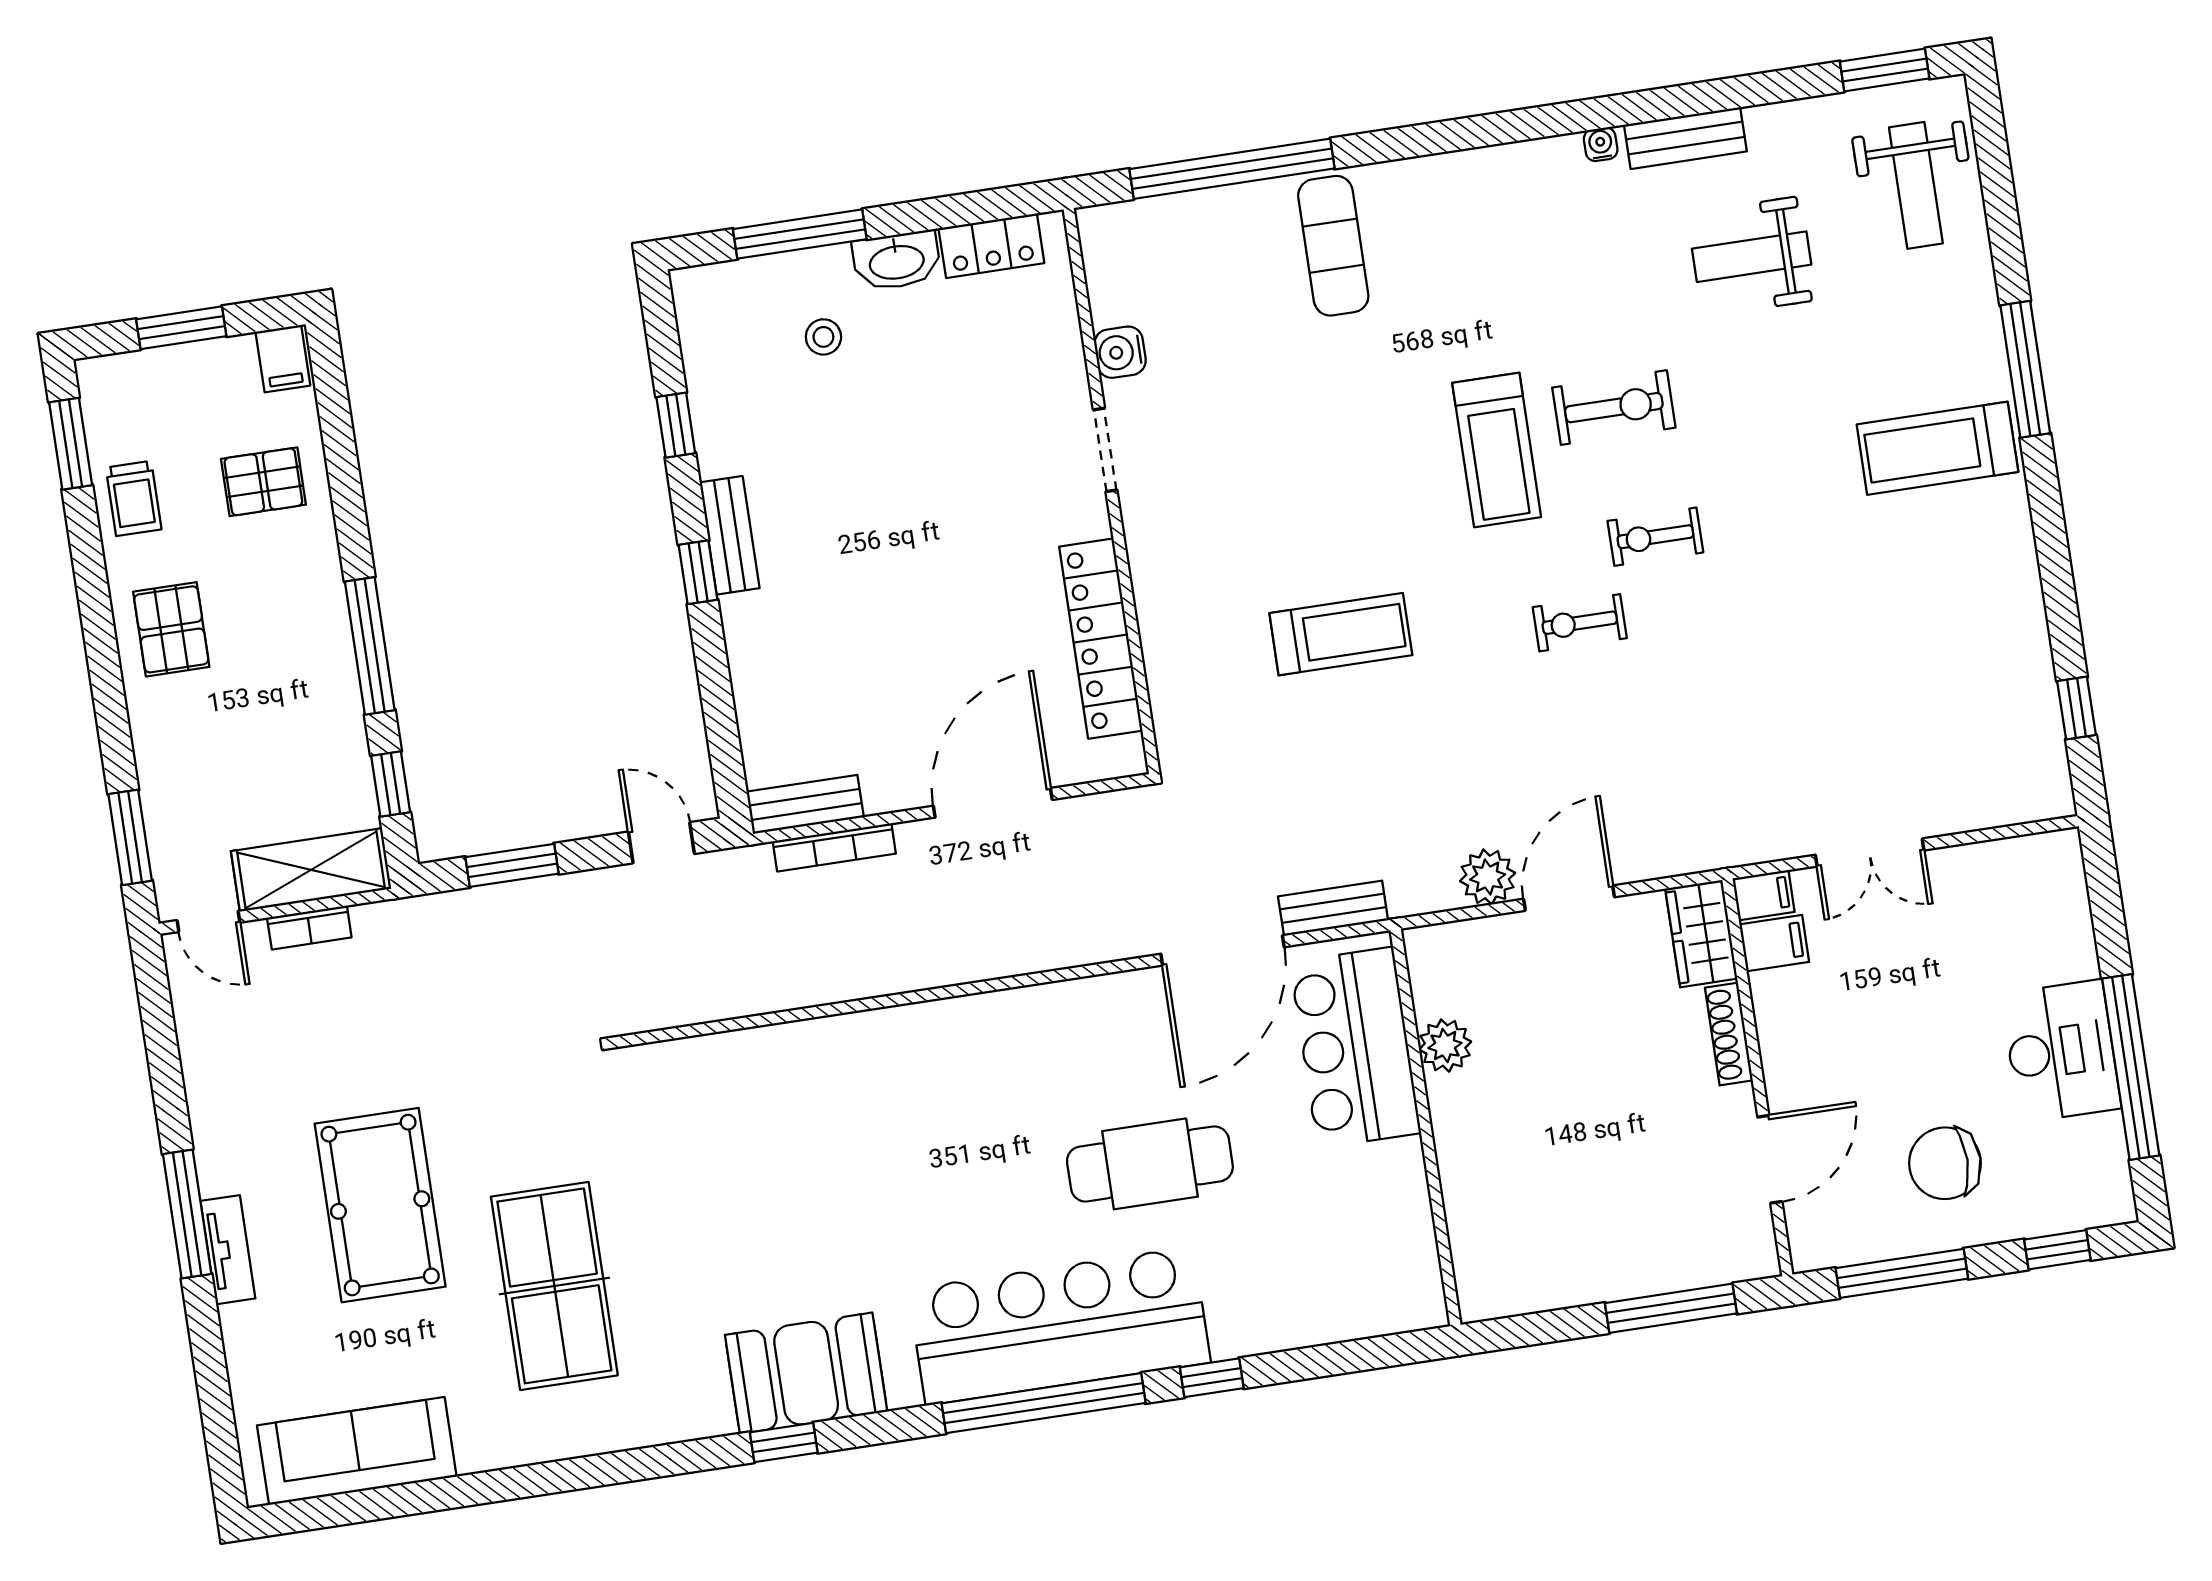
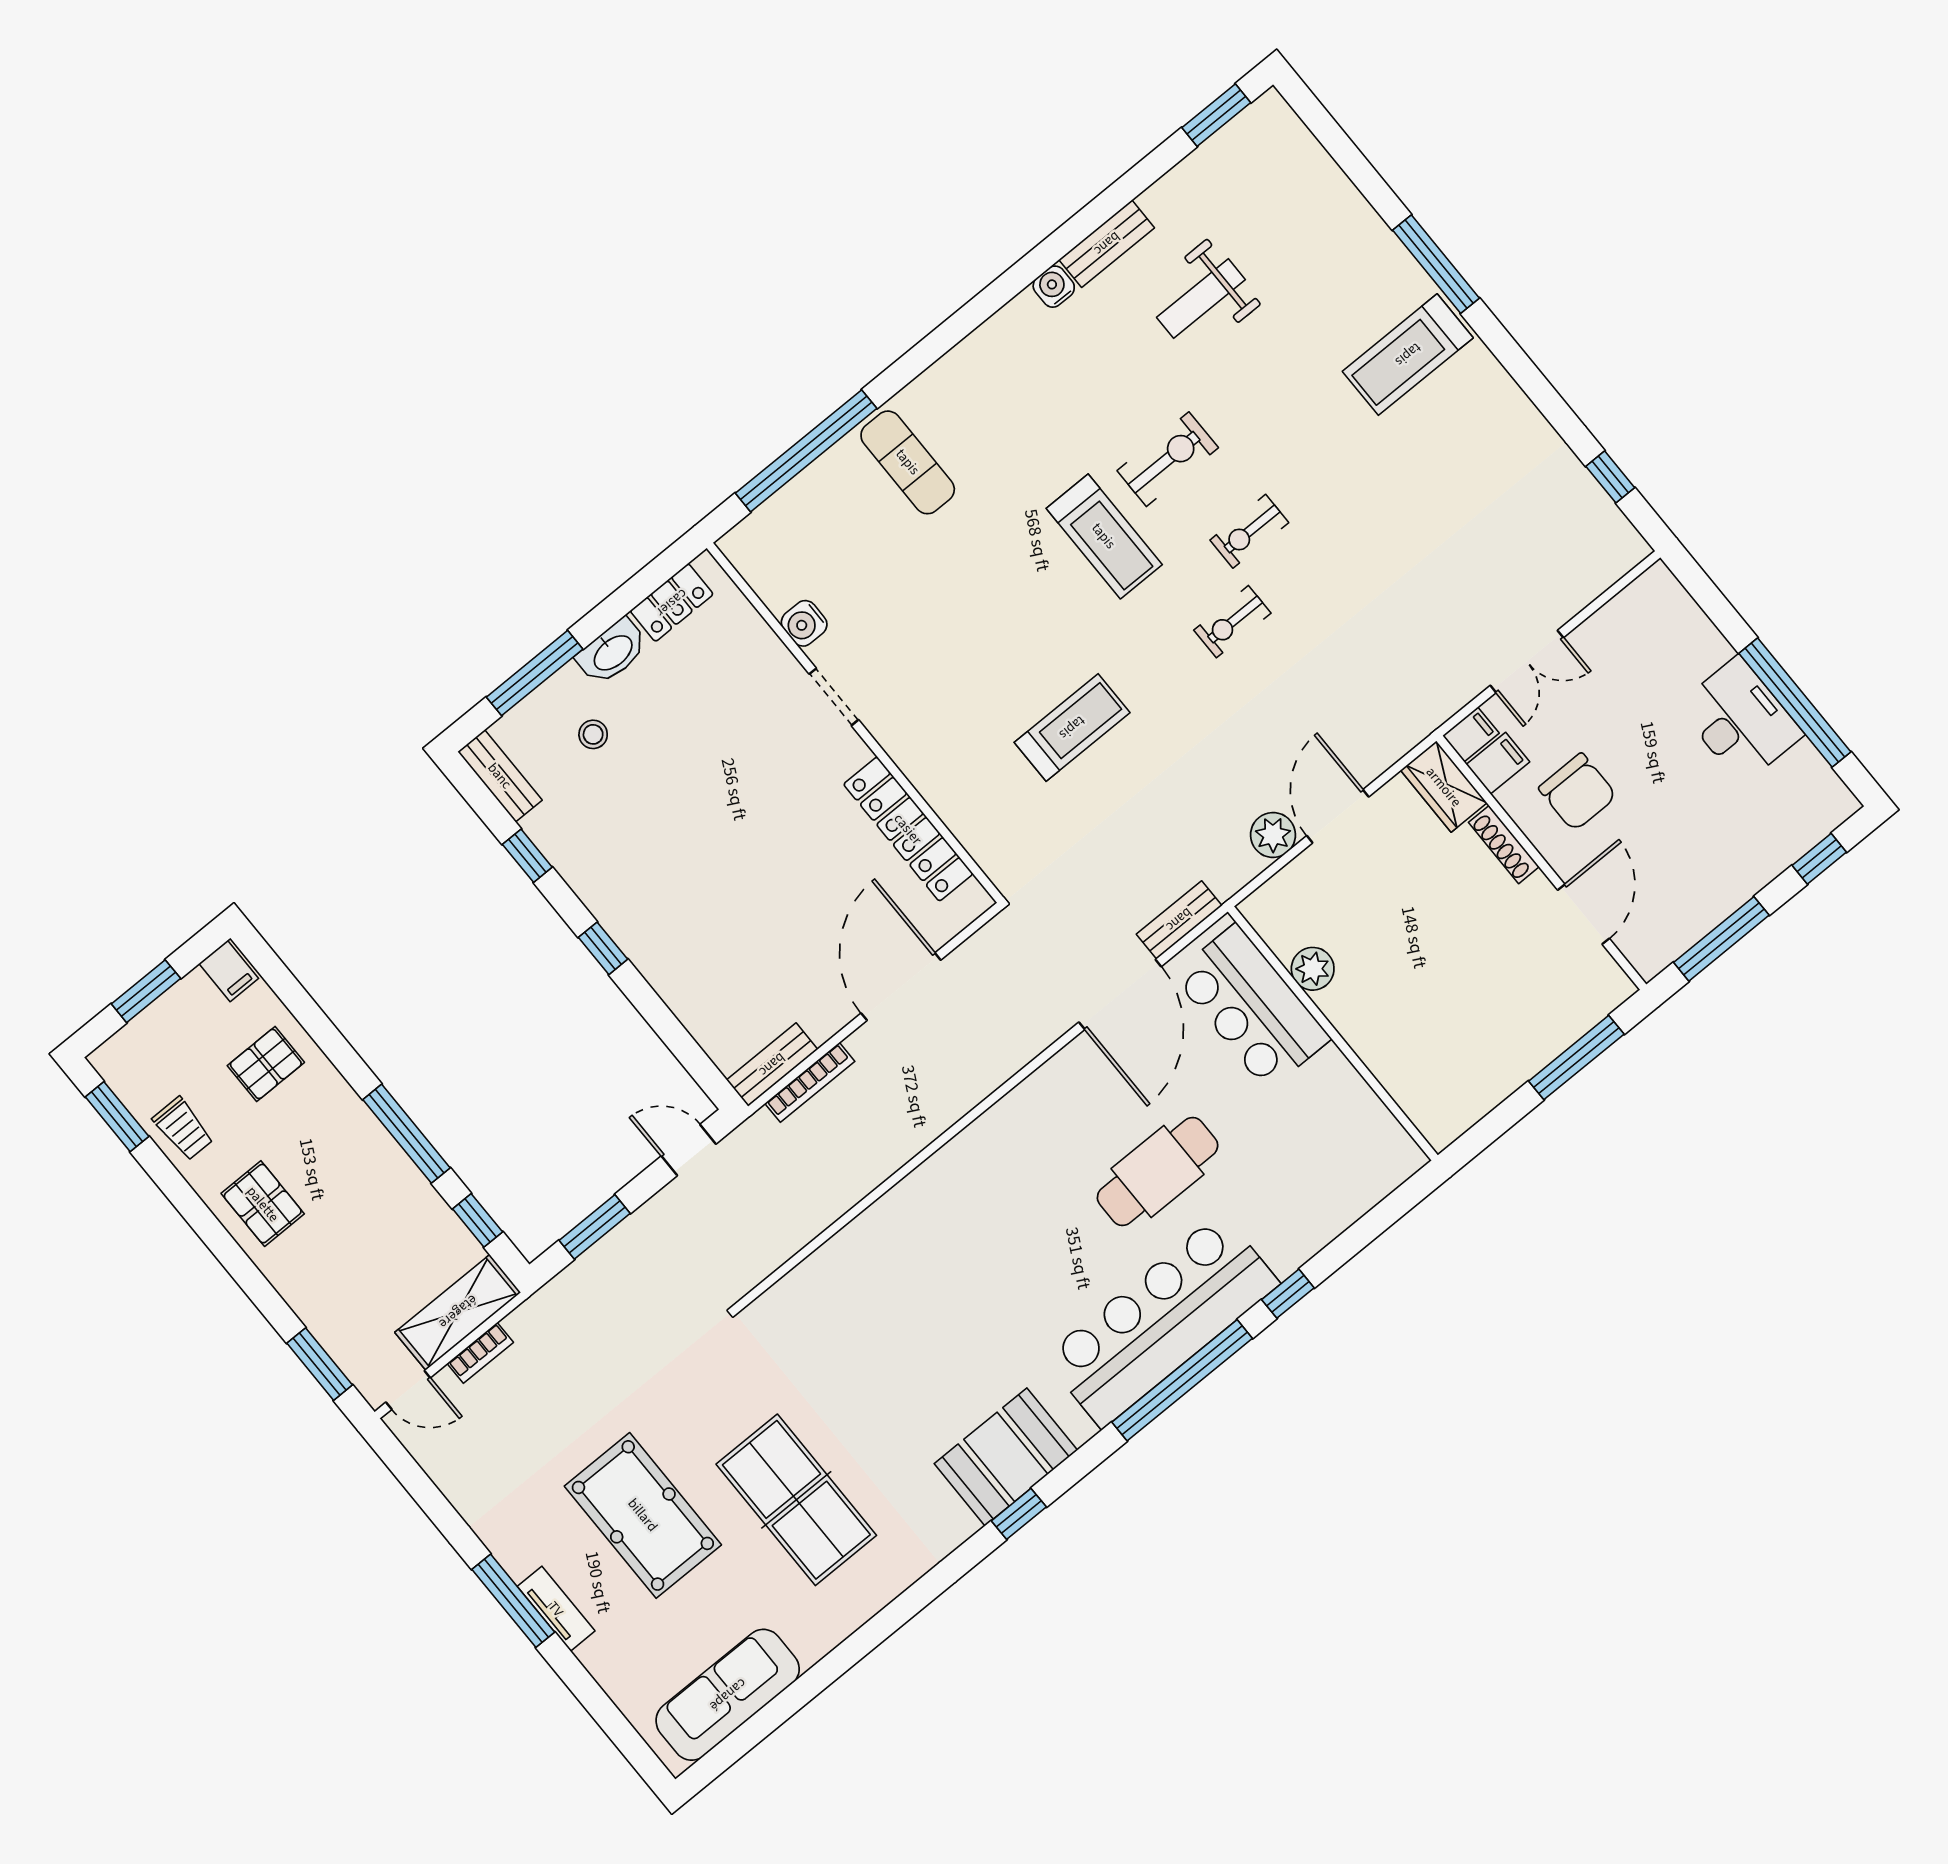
water cooler: (1601, 144) -> (1054, 287), width x1.38, depth x1.38
weight bench: (1916, 185) -> (1285, 182), removed
bench: (730, 535) -> (500, 776), moved
chair: (1945, 1163) -> (1578, 792), moved, turned -90

